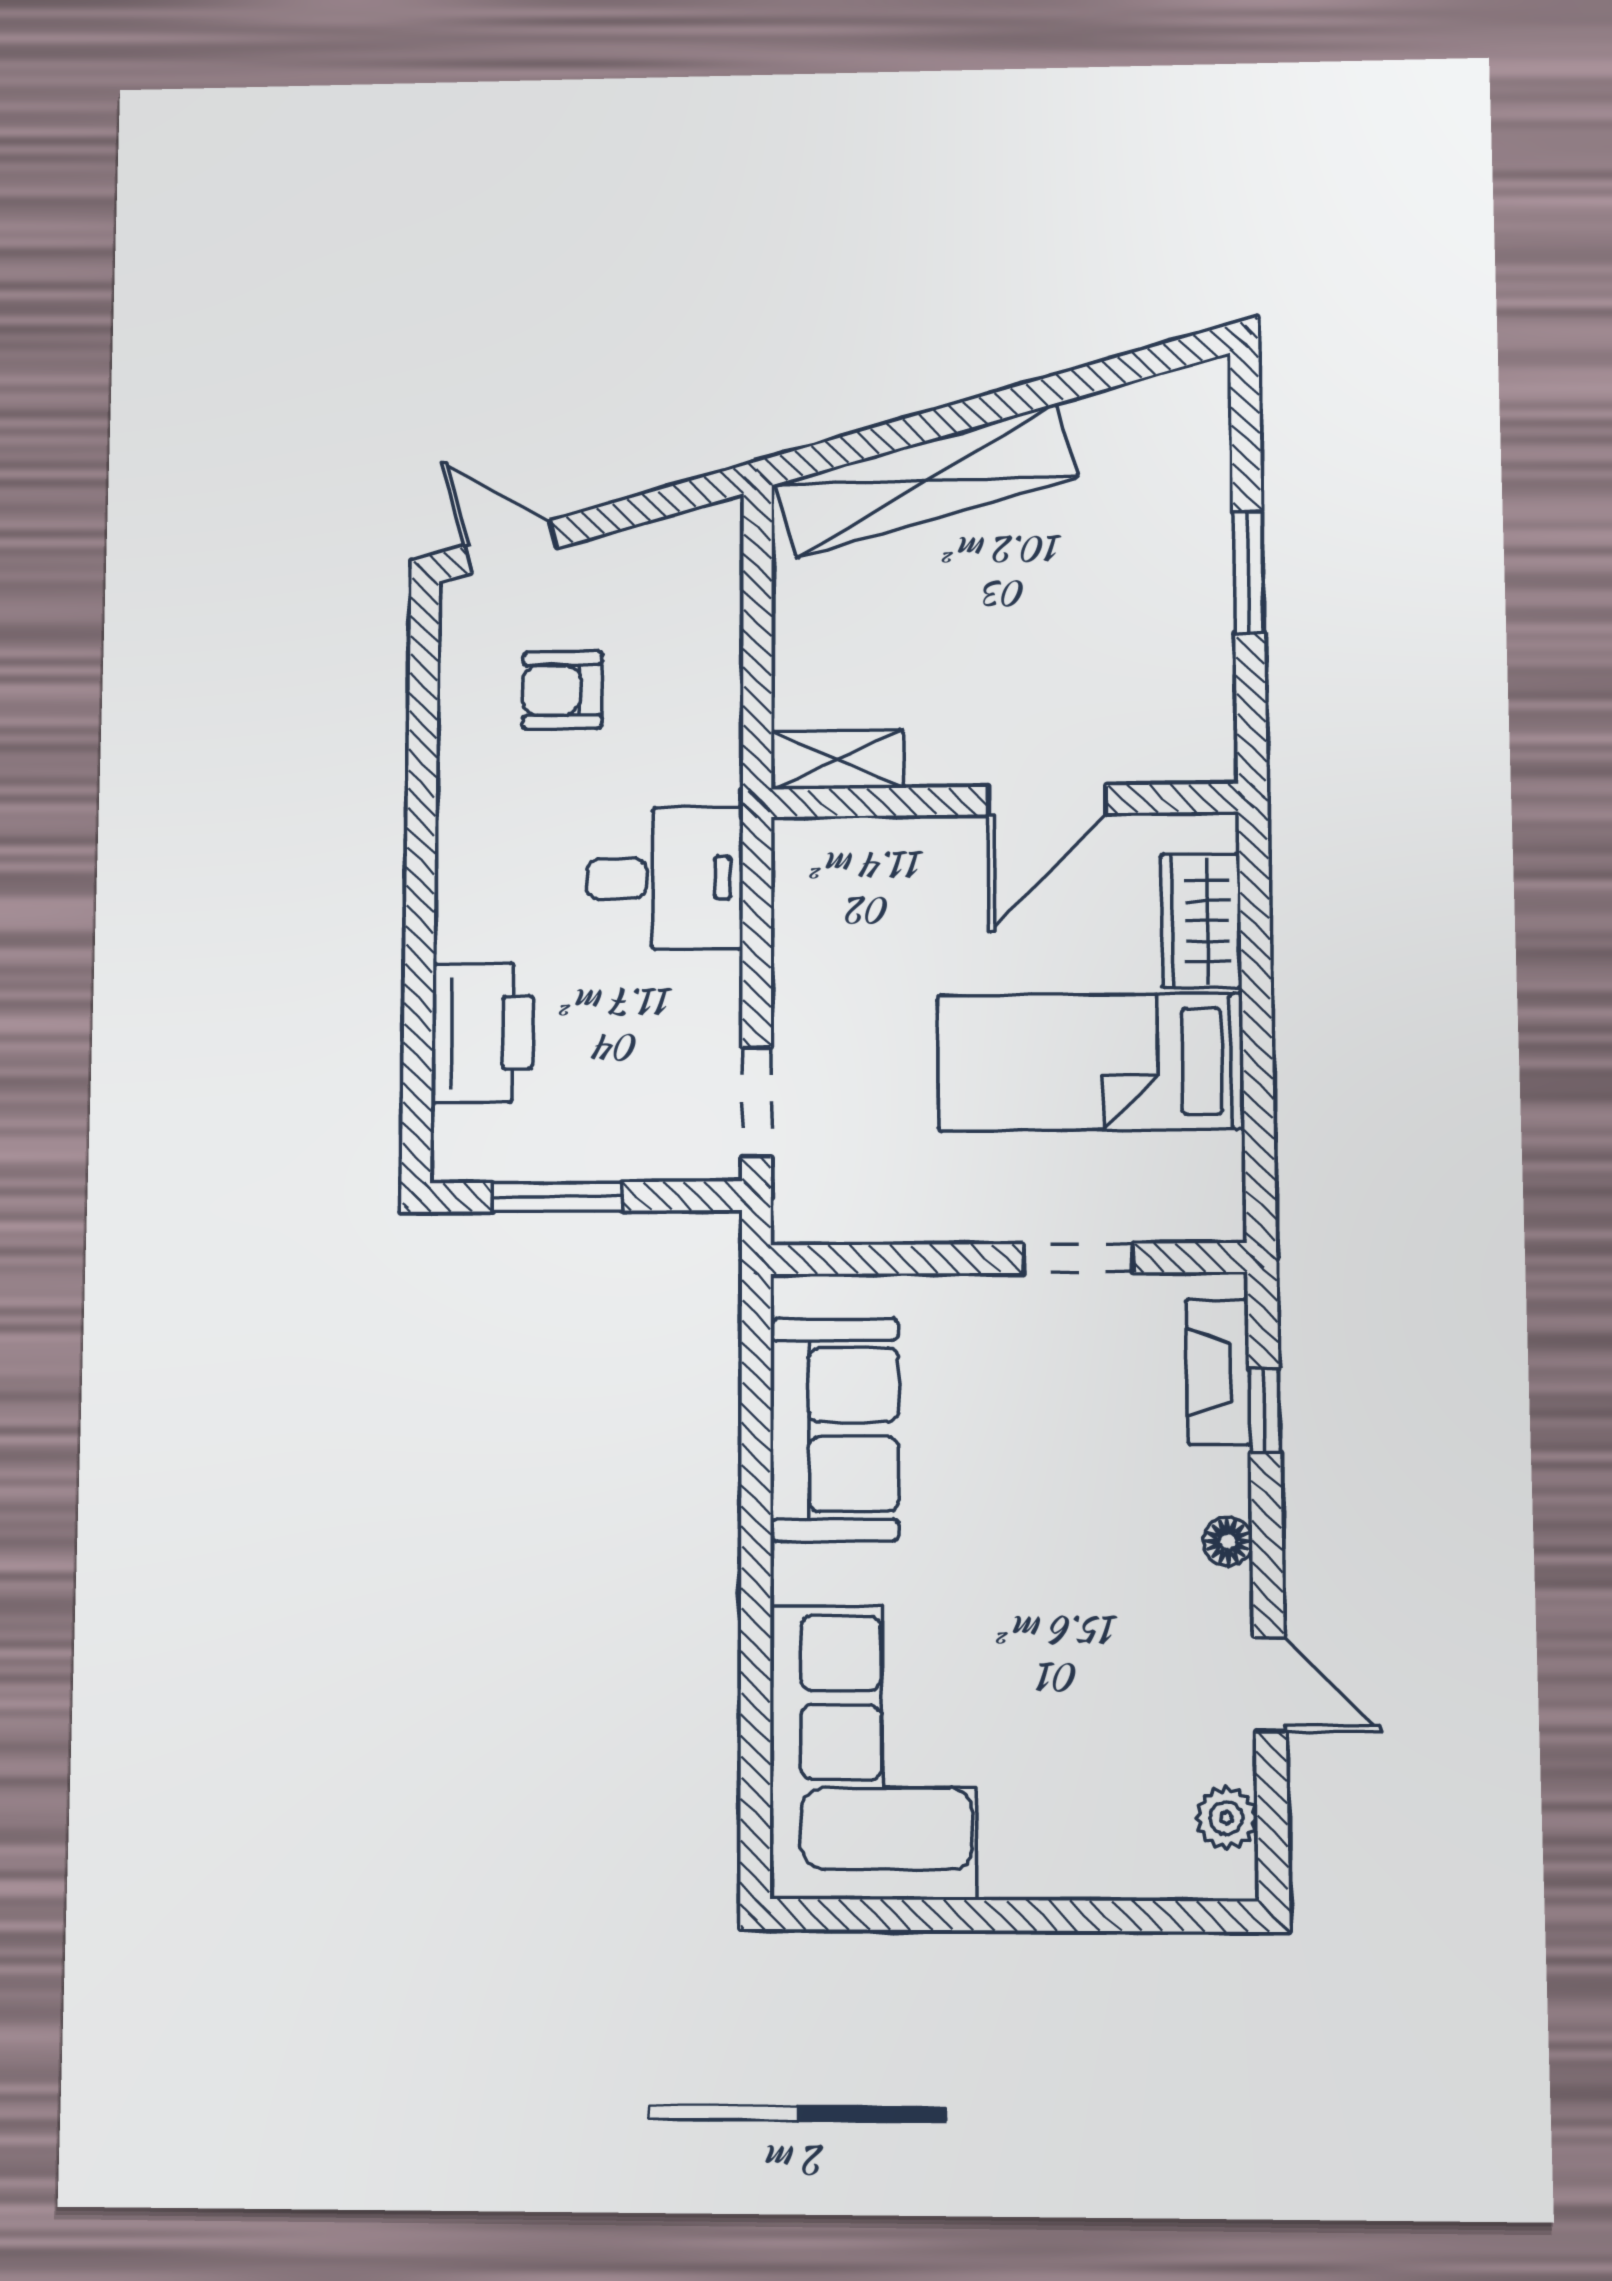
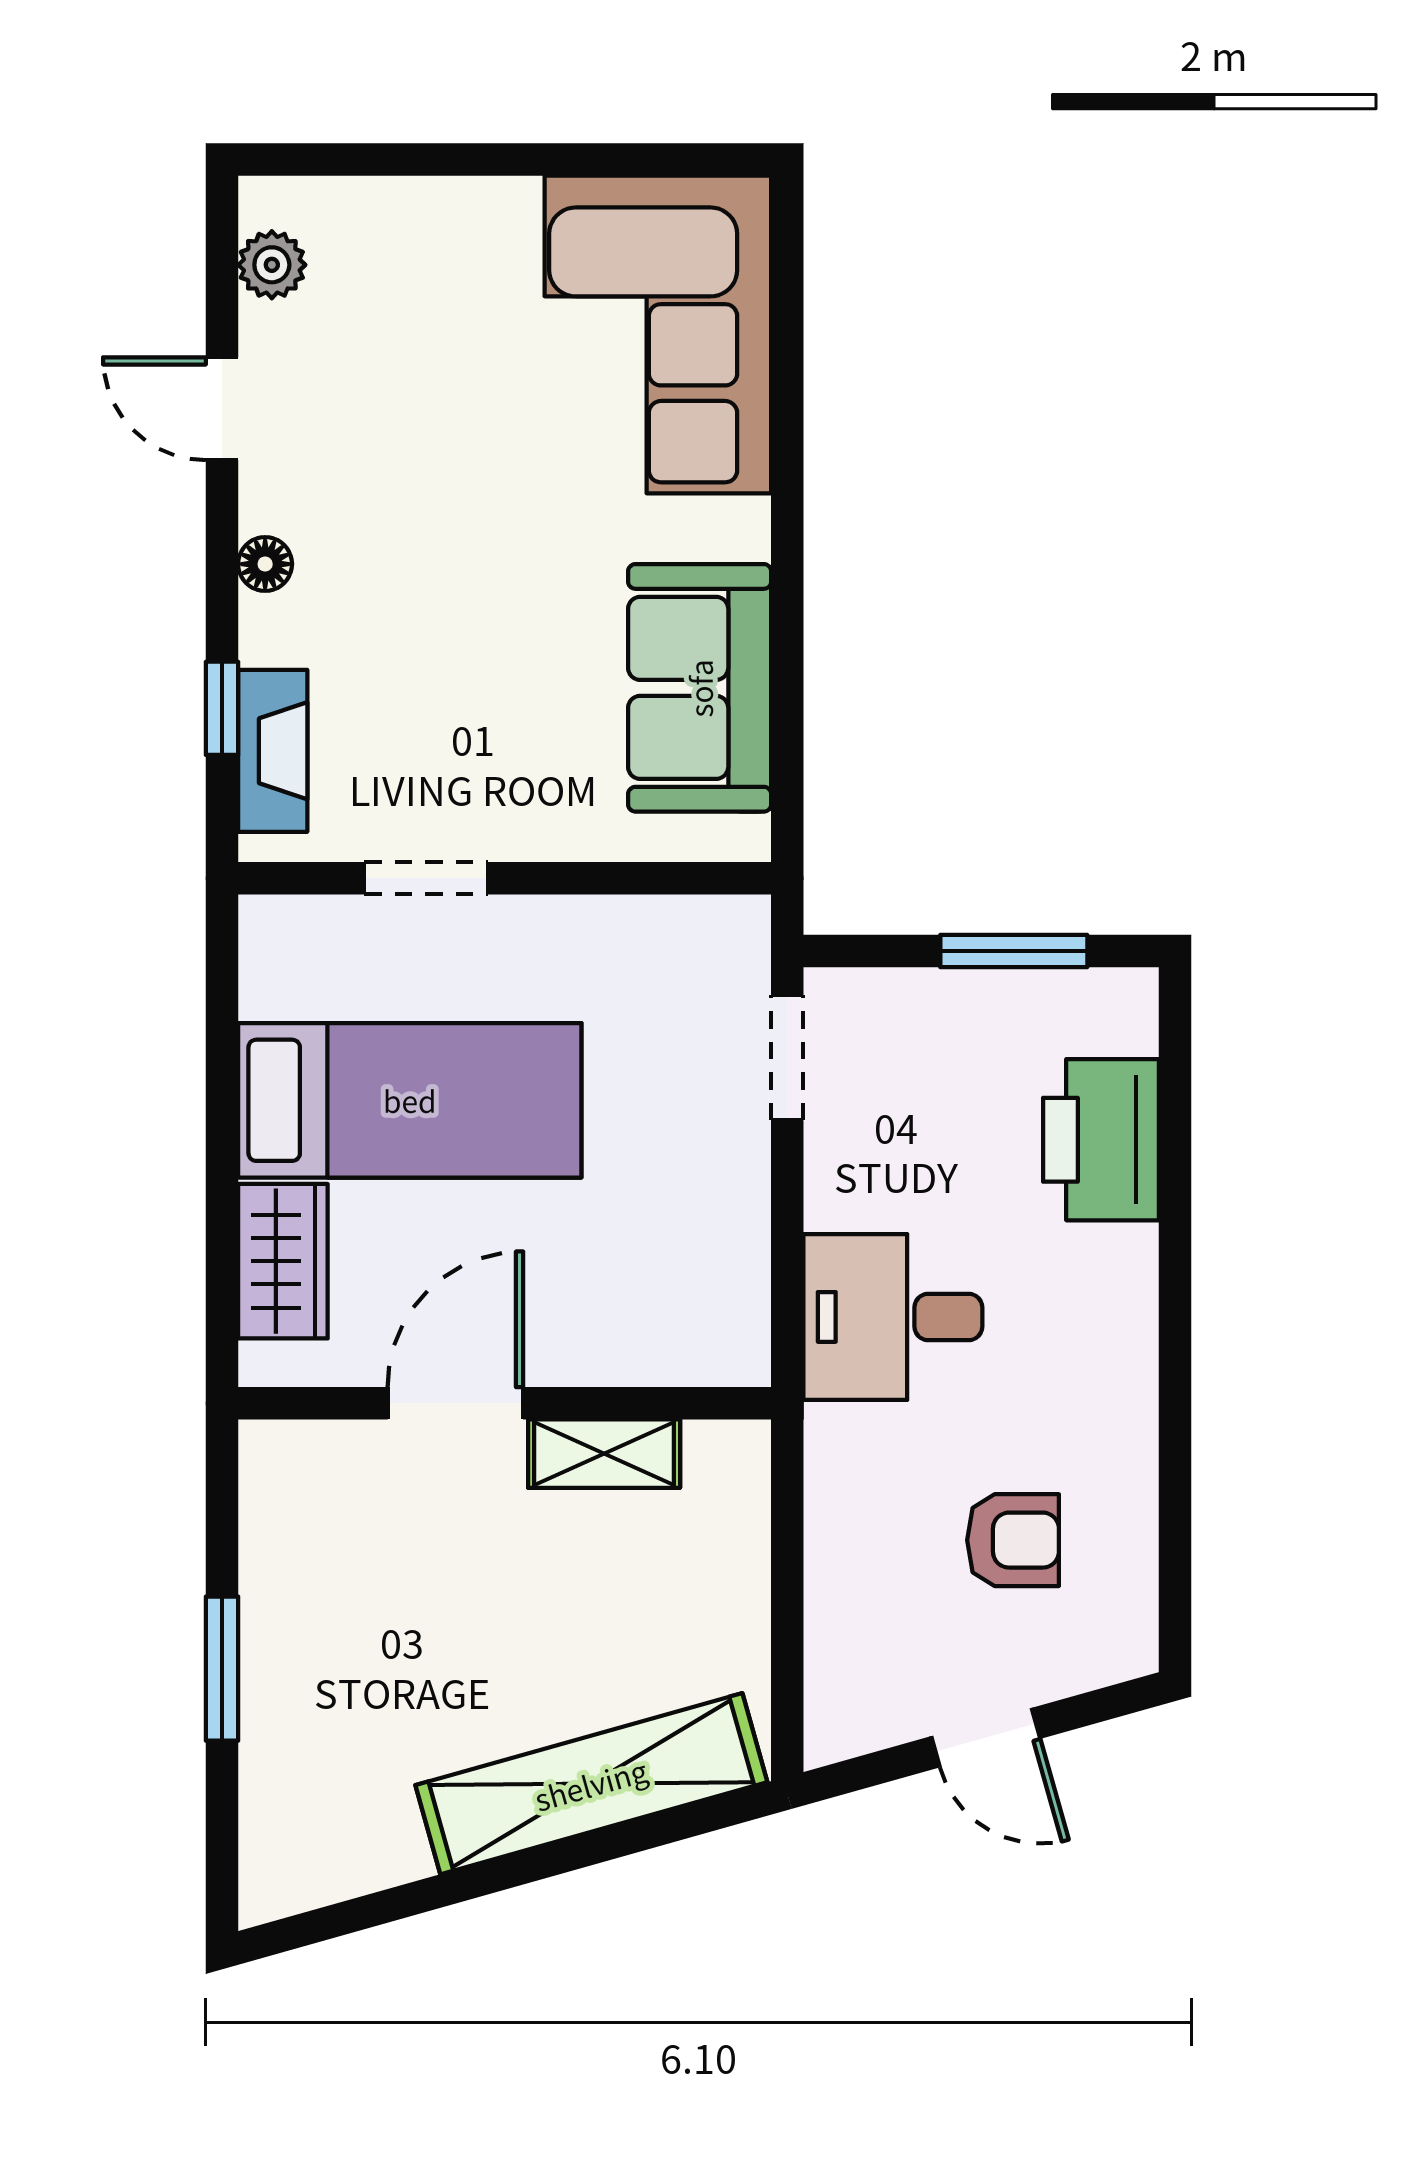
door: (511, 547) -> (986, 1738), moved
shelving: (837, 760) -> (604, 1454), moved

